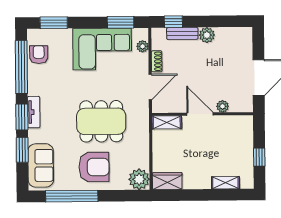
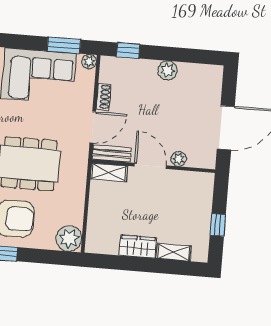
bench: (182, 33) -> (112, 154), moved
plant: (143, 46) -> (89, 62), moved
wardrobe: (167, 181) -> (138, 247), moved

